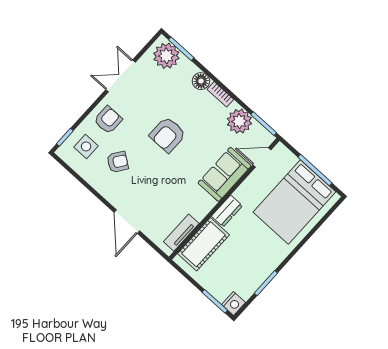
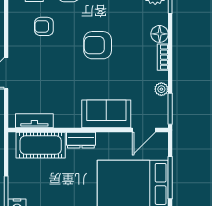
plant: (239, 121) -> (161, 89), width x0.53, depth x0.53
door: (262, 157) -> (144, 130), swing flipped
armchair: (118, 162) -> (44, 26), turned 145

